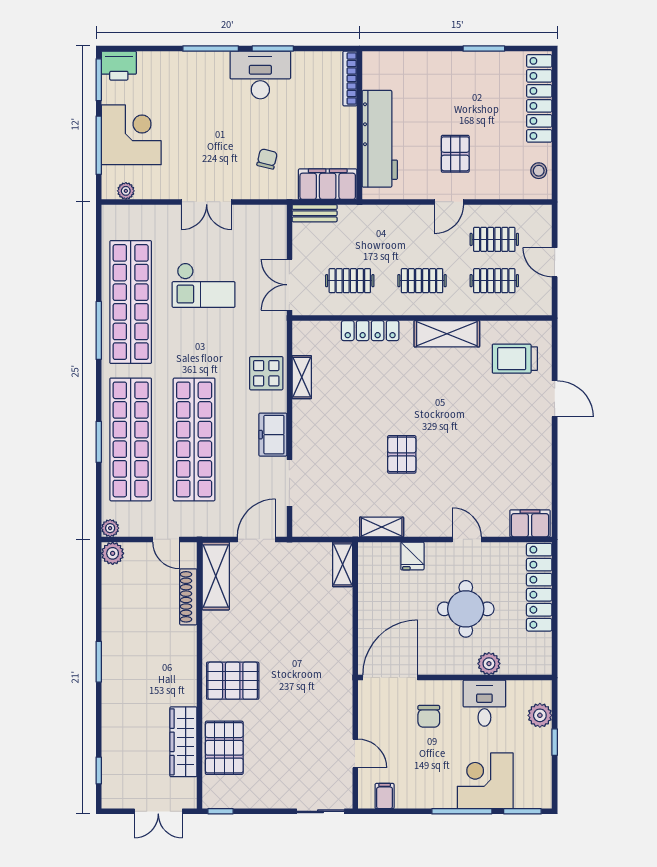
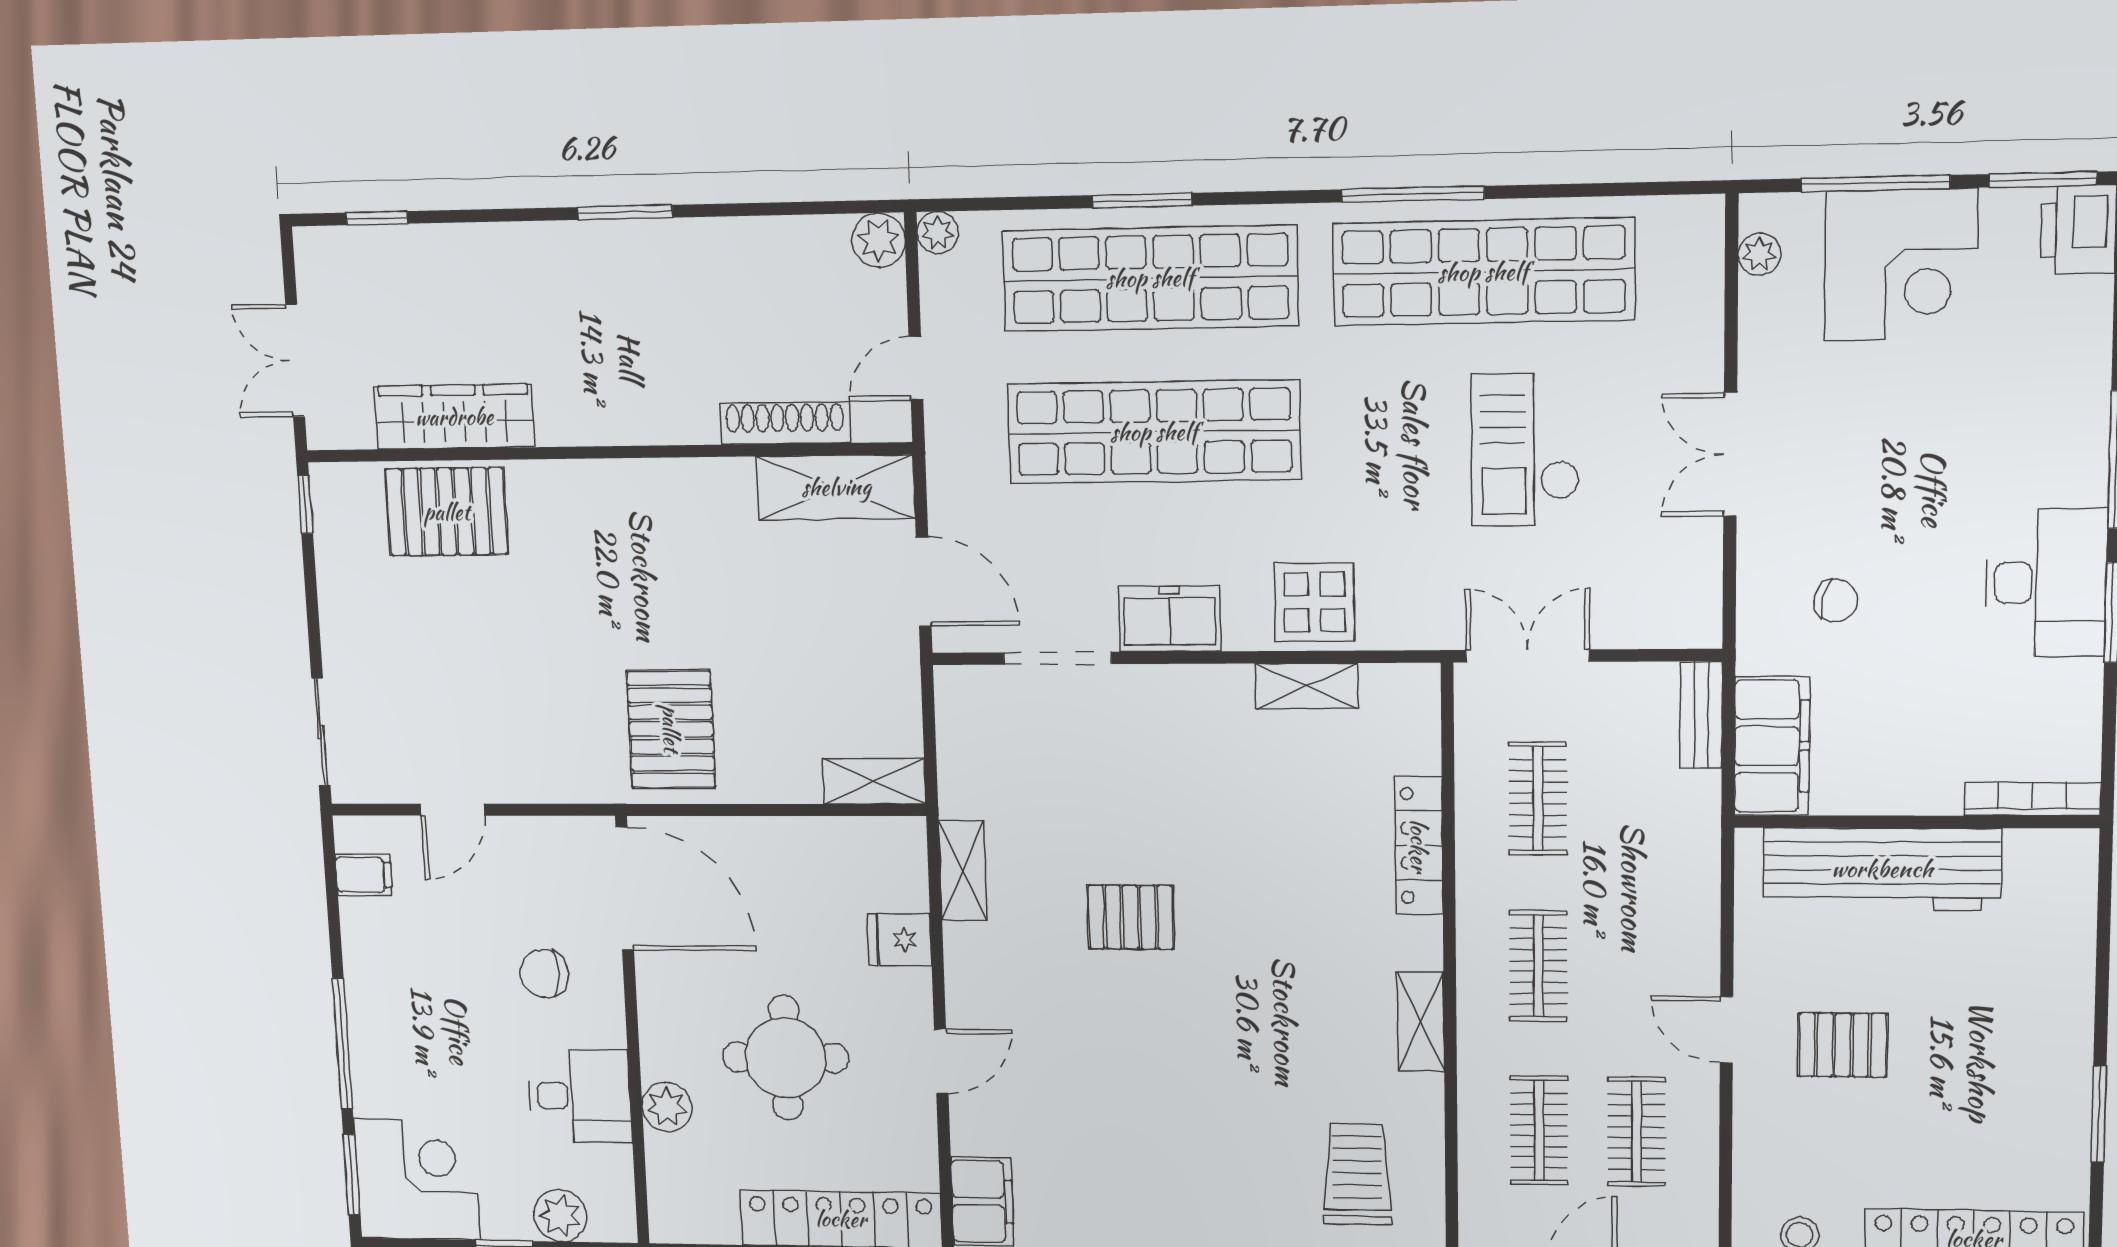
shelving: (447, 334) -> (1421, 1022), width x0.67, depth x0.75
pallet: (233, 681) -> (671, 729), moved
corner desk: (485, 781) -> (417, 1179), moved

